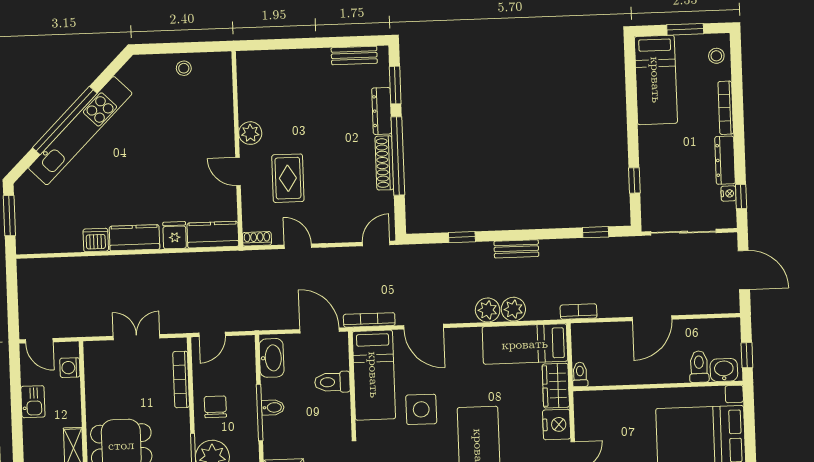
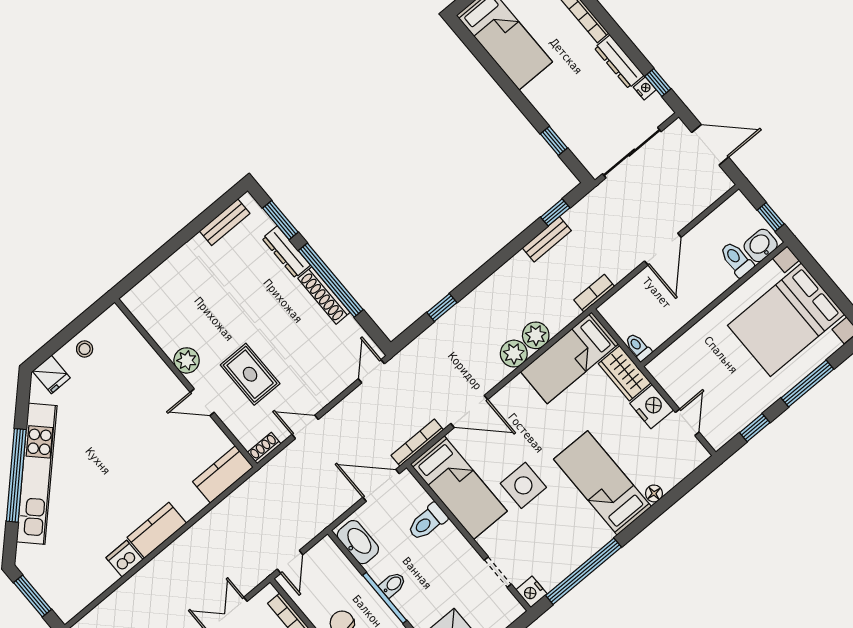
fridge: (175, 235) -> (51, 374), moved, turned 180
bench: (516, 249) -> (547, 239), moved

